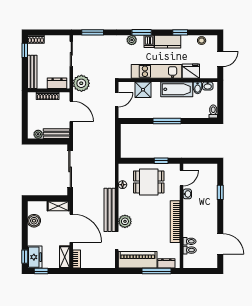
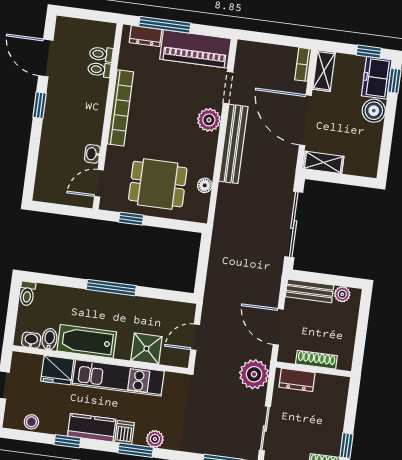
bench: (32, 72) -> (338, 406), removed
window: (220, 192) -> (40, 105), moved
boiler: (34, 221) -> (374, 111), moved

